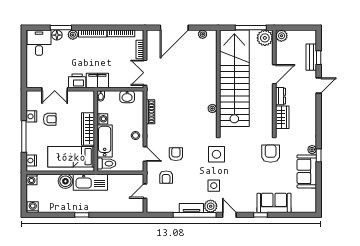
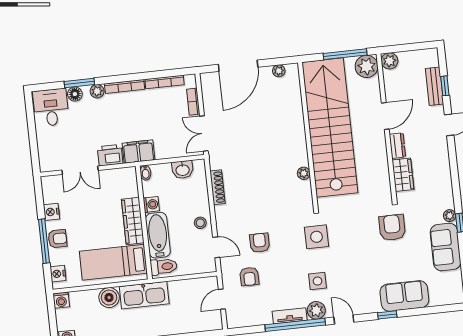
armchair: (50, 119) -> (57, 239), moved

